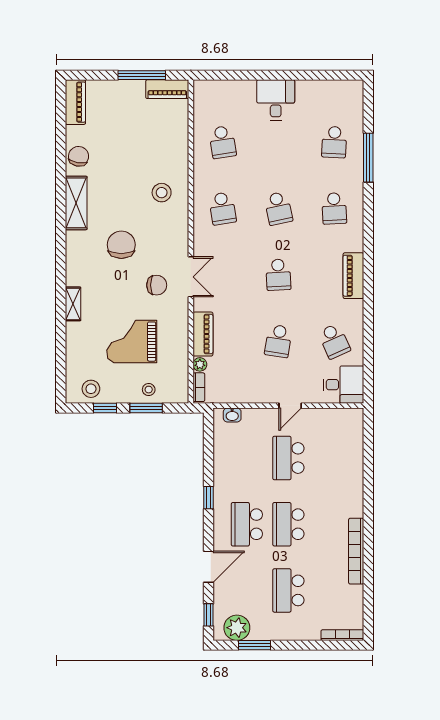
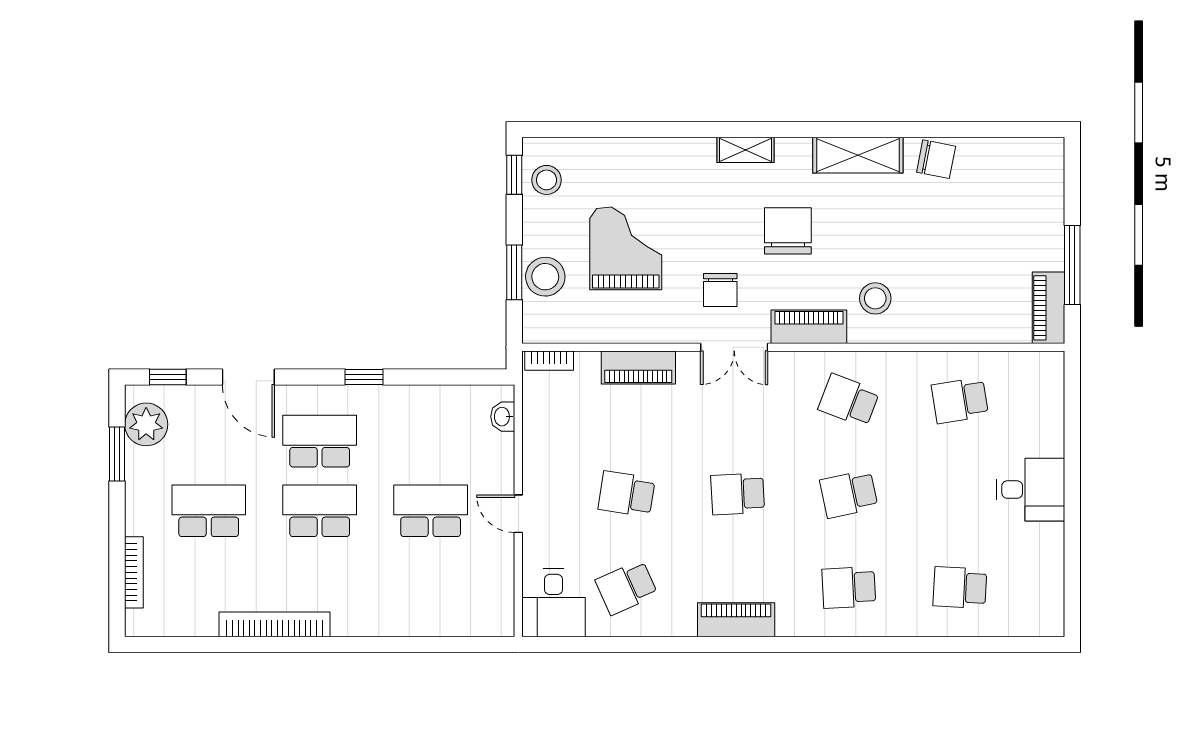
piano: (75, 102) -> (809, 327), moved, turned 180
window: (368, 158) -> (934, 645), removed
school desk: (223, 208) -> (849, 400), turned 30
chair: (121, 245) -> (788, 231), turned -90
shelving: (73, 304) -> (745, 150), moved
plant: (200, 364) -> (587, 362), removed
stool: (149, 390) -> (545, 277), width x1.89, depth x1.89
window: (105, 408) -> (514, 175), moved
bookcase: (342, 635) -> (134, 572), moved

